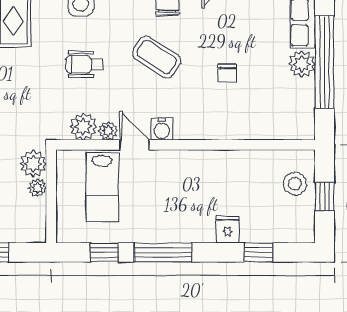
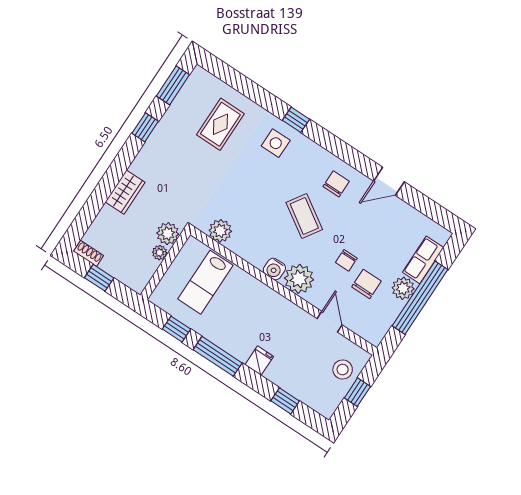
wheelchair: (84, 64) -> (250, 187), removed
chair: (263, 84) -> (367, 284), added
plant: (108, 131) -> (299, 279), moved, width x1.87, depth x1.87
door: (135, 145) -> (330, 322), moved
fridge: (227, 229) -> (259, 361), moved

